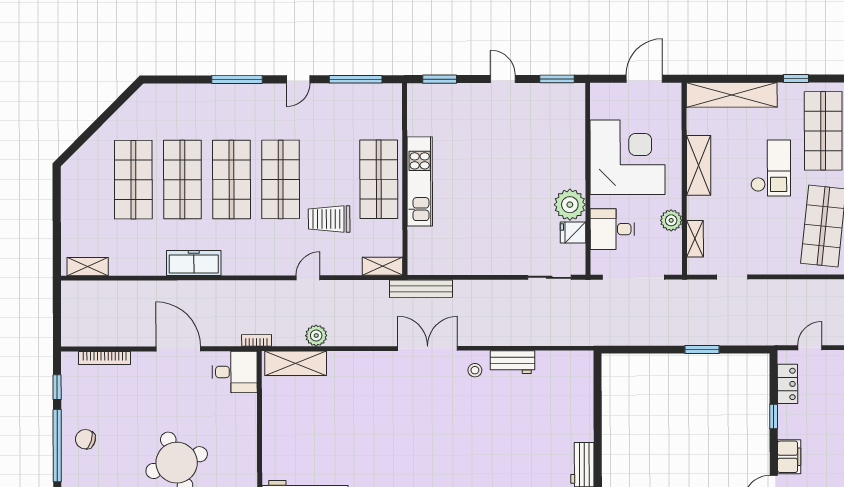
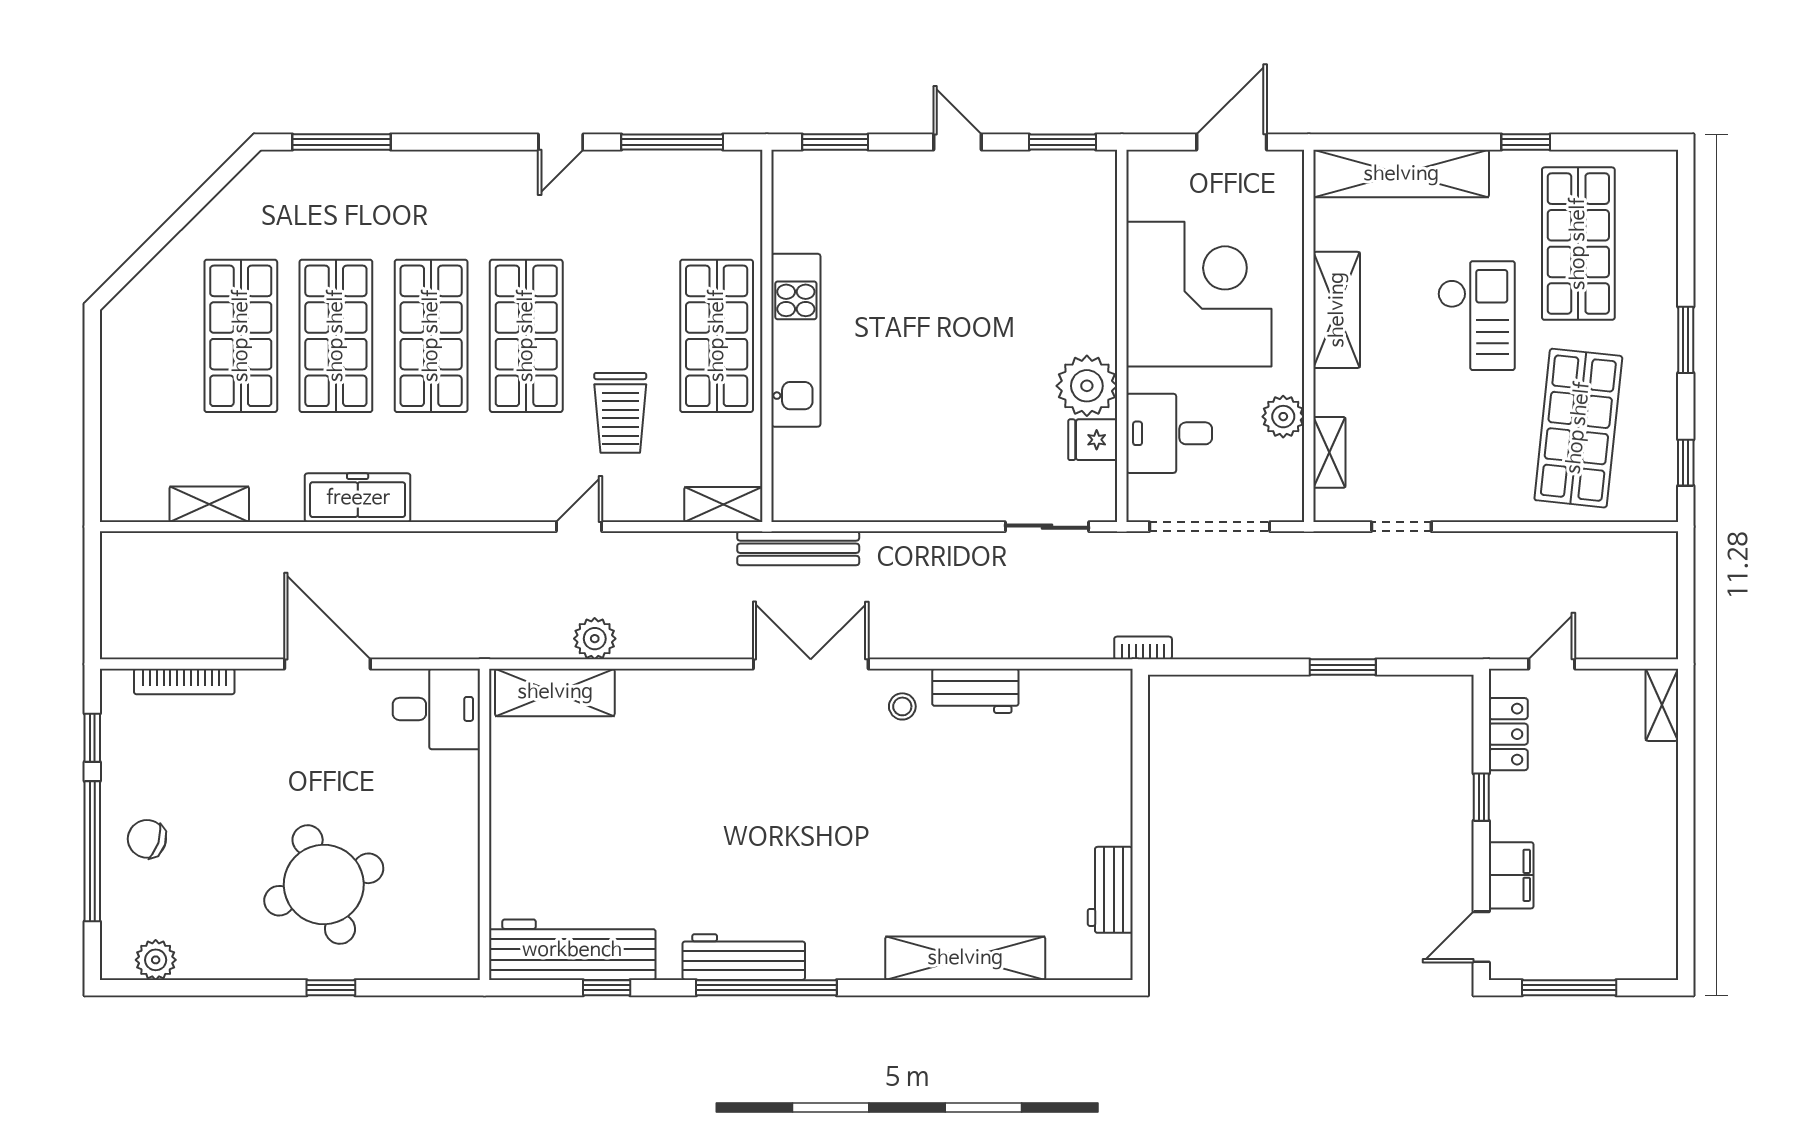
window: (237, 79) -> (341, 142), moved
trolley: (329, 219) -> (620, 413), turned -90
shelving: (88, 267) -> (209, 504), moved
bookcase: (257, 340) -> (1143, 648), moved

